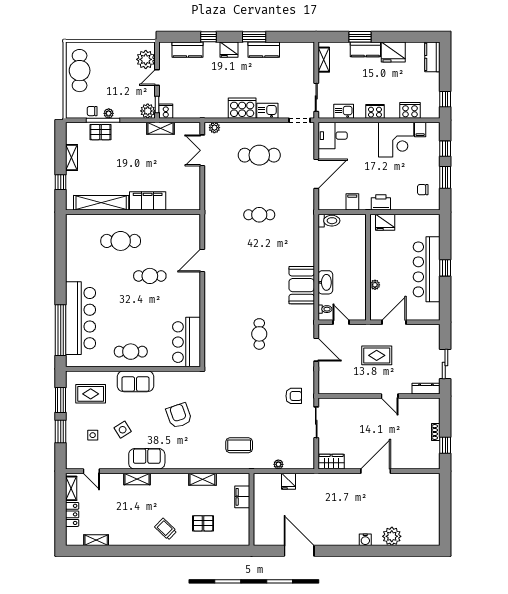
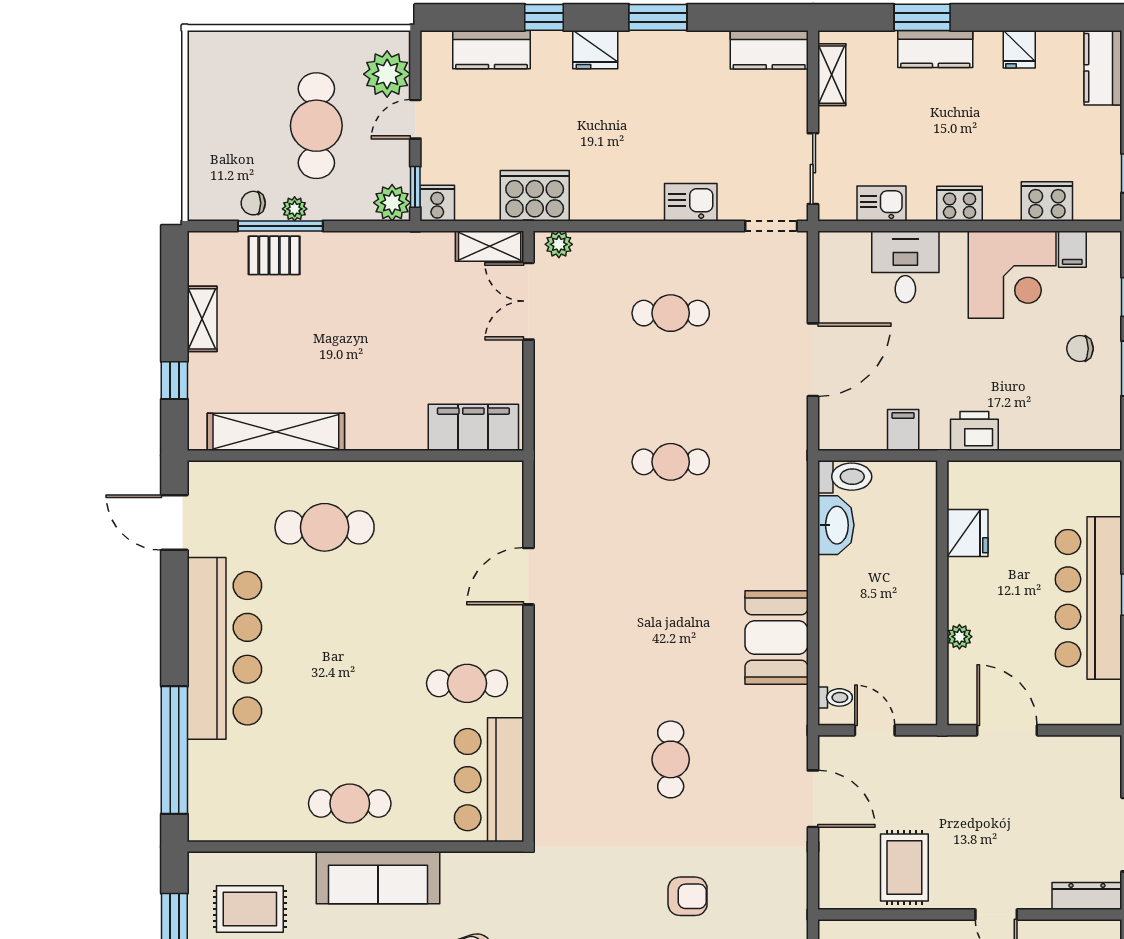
kitchen counter: (264, 50) -> (769, 50), moved
fridge: (393, 52) -> (1019, 49), width x0.53, depth x0.75
cafe table: (80, 71) -> (316, 126), moved
cooker: (242, 108) -> (535, 196), moved
shelving: (161, 128) -> (490, 246), moved
desk: (333, 136) -> (905, 267), moved, turned 90
cafe table: (259, 155) -> (671, 313), width x0.73, depth x0.74
chair: (423, 190) -> (1080, 349), moved
filing cabinet: (148, 201) -> (473, 427), moved
fridge: (385, 222) -> (967, 533), moved, turned -90
door: (61, 239) -> (174, 523), added
cafe table: (150, 276) -> (467, 683), moved
washbasin: (325, 282) -> (836, 525), moved
bar counter: (81, 318) -> (224, 648), moved
door: (394, 322) -> (1007, 730), hinge flipped
rug: (377, 355) -> (904, 868), moved, turned 90
sofa: (136, 381) -> (378, 878), width x1.36
armchair: (294, 396) -> (688, 896), moved

